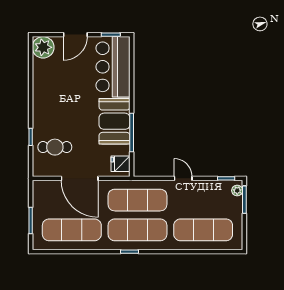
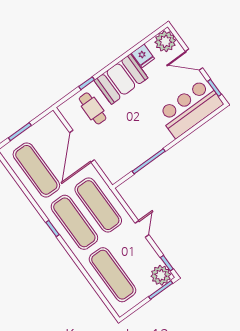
booth: (114, 121) -> (121, 79), moved
fridge: (120, 164) -> (143, 56), moved, turned 180
plant: (237, 190) -> (161, 275), width x1.88, depth x1.88

